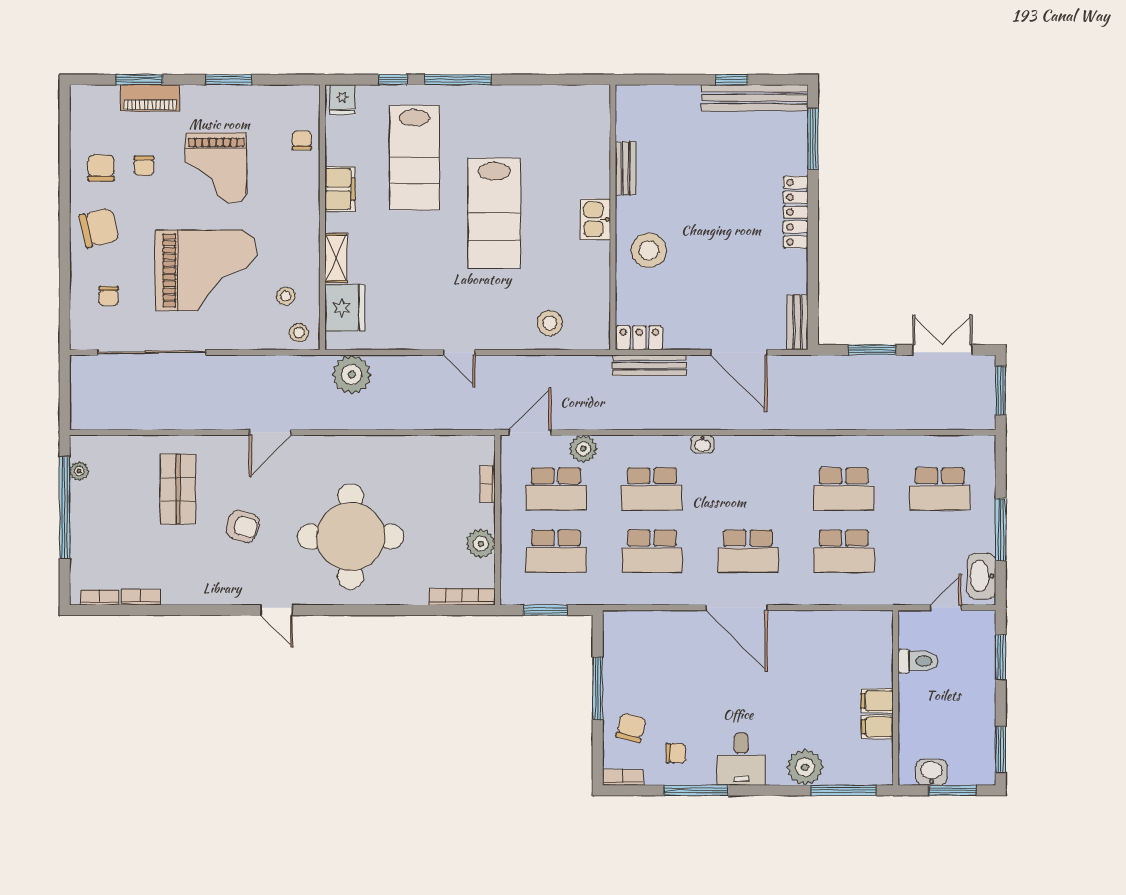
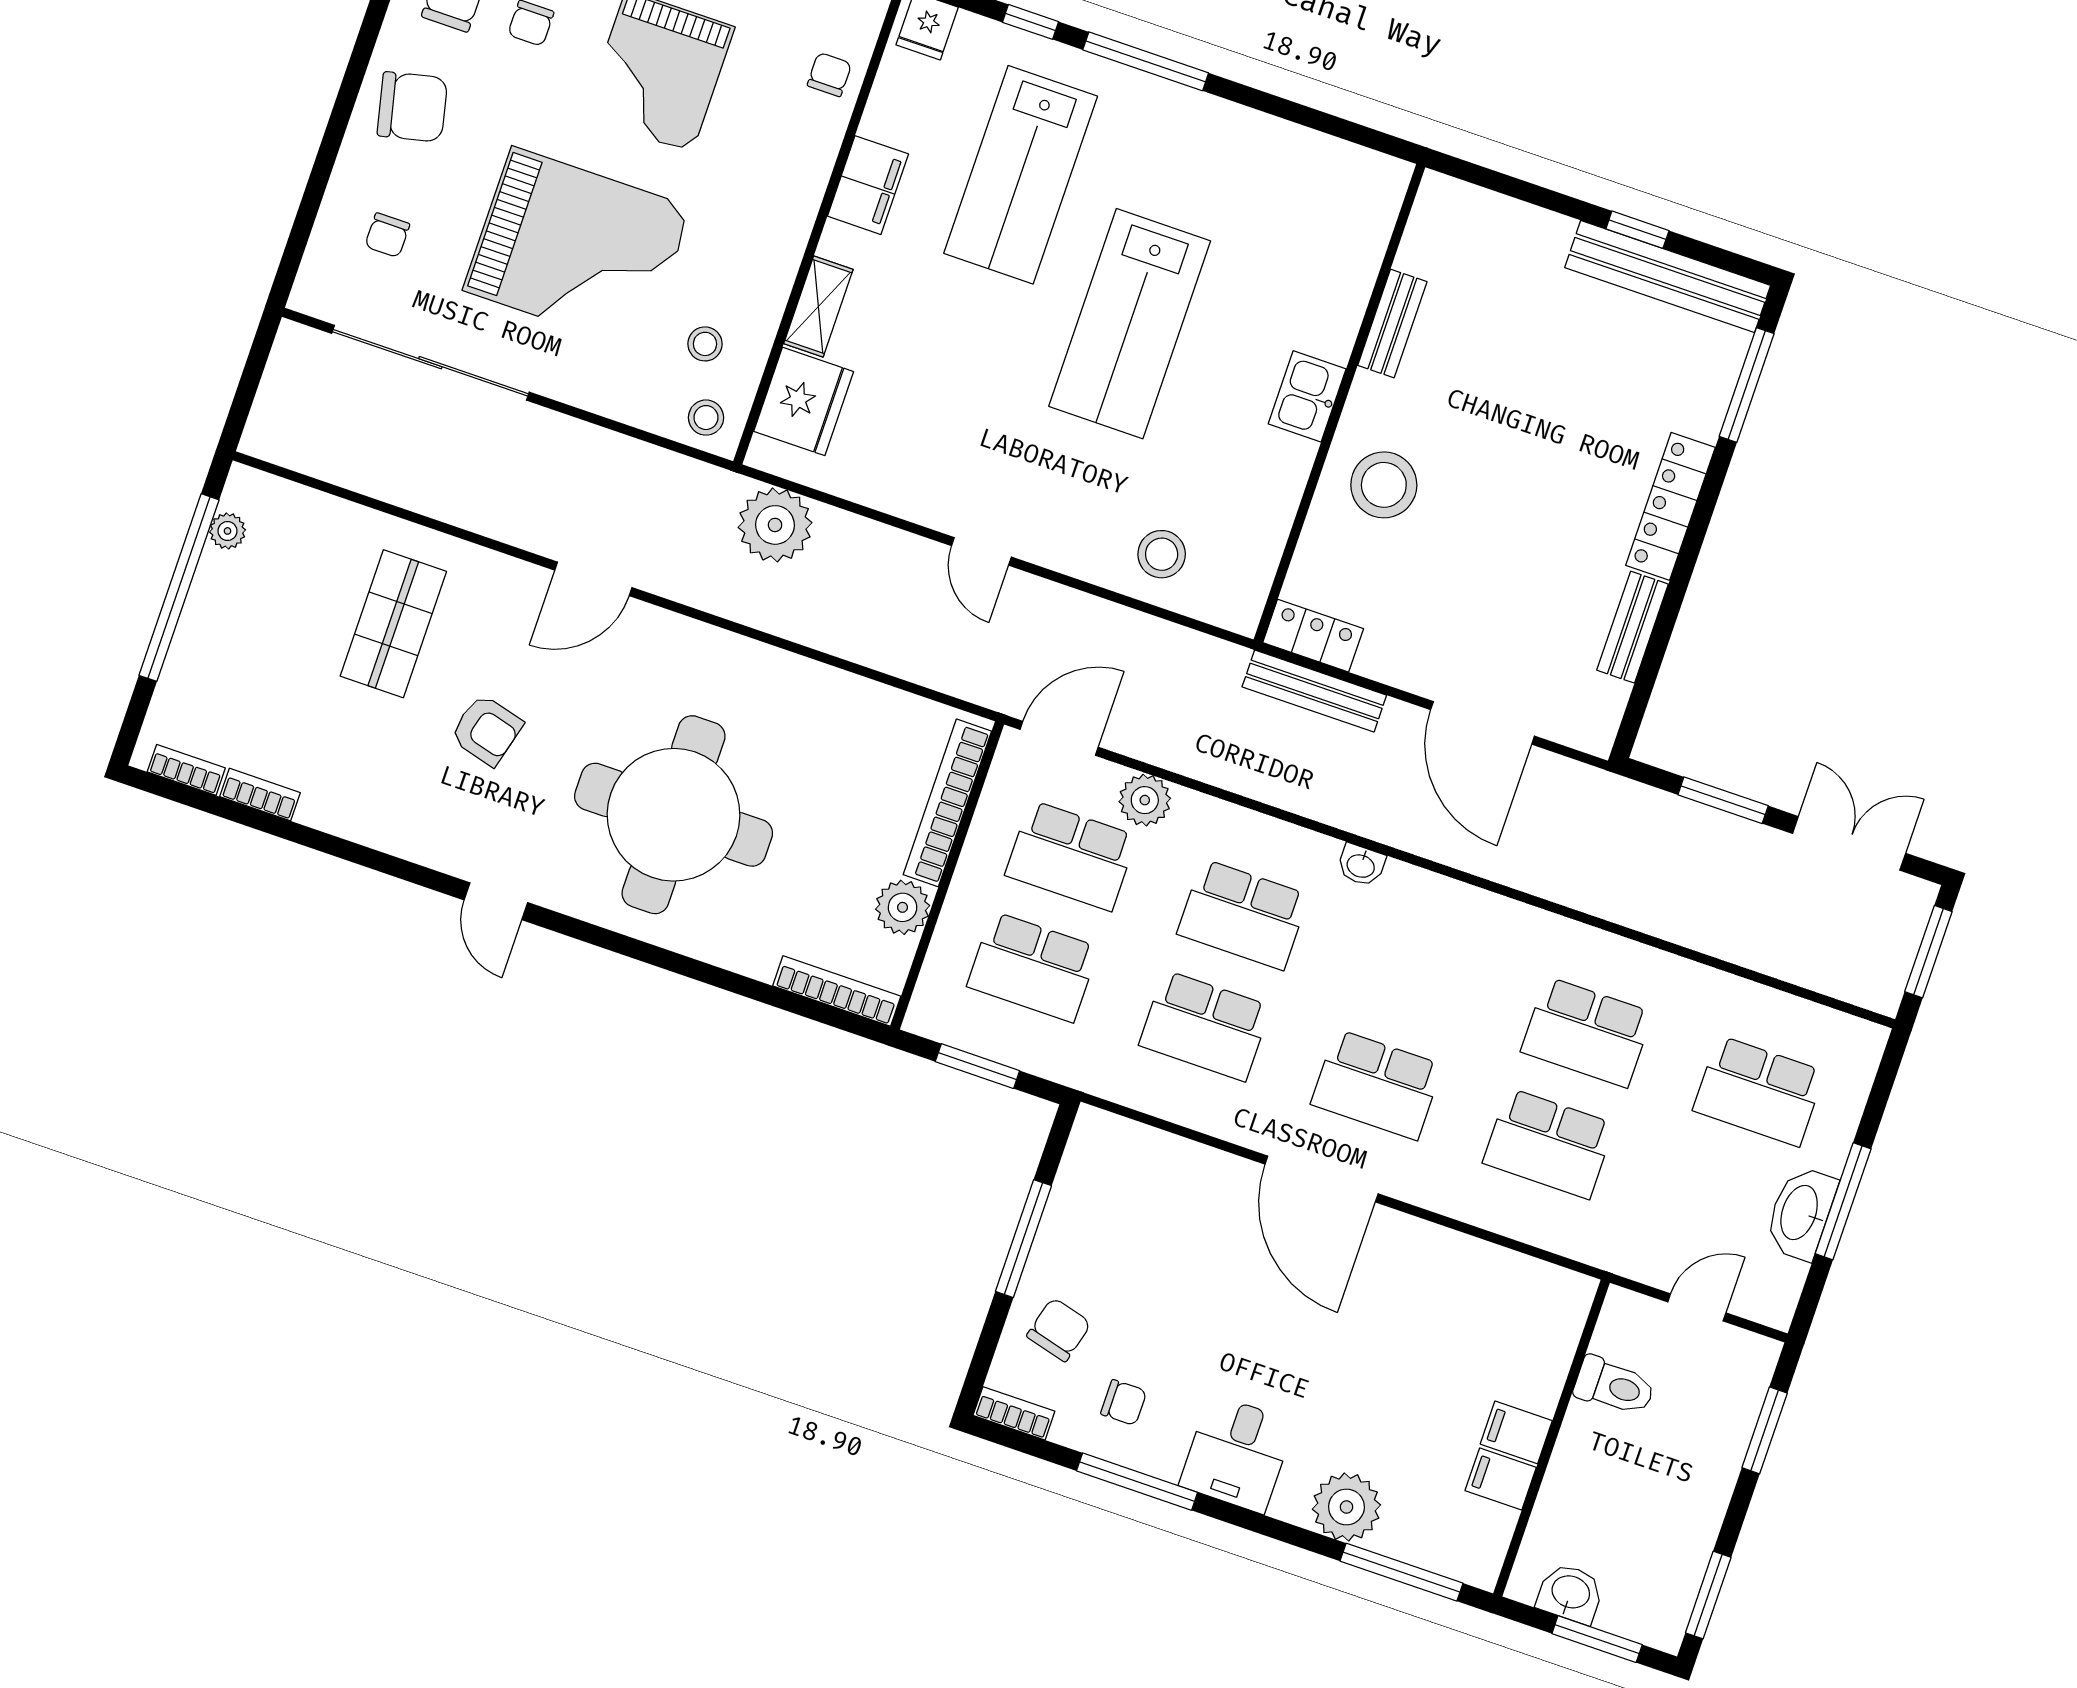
bench: (797, 322) -> (1633, 627), moved
bookcase: (488, 484) -> (947, 803), width x2.31, depth x1.31
washbasin: (981, 576) -> (1801, 1213), moved

